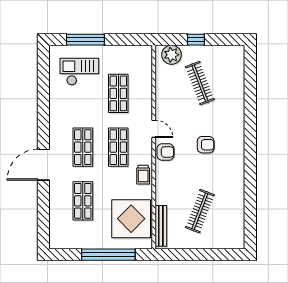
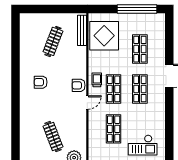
door: (154, 129) -> (87, 103), swing flipped
armchair: (206, 145) -> (41, 82), moved
trolley: (143, 175) -> (97, 80), moved
window: (108, 255) -> (137, 9), moved

